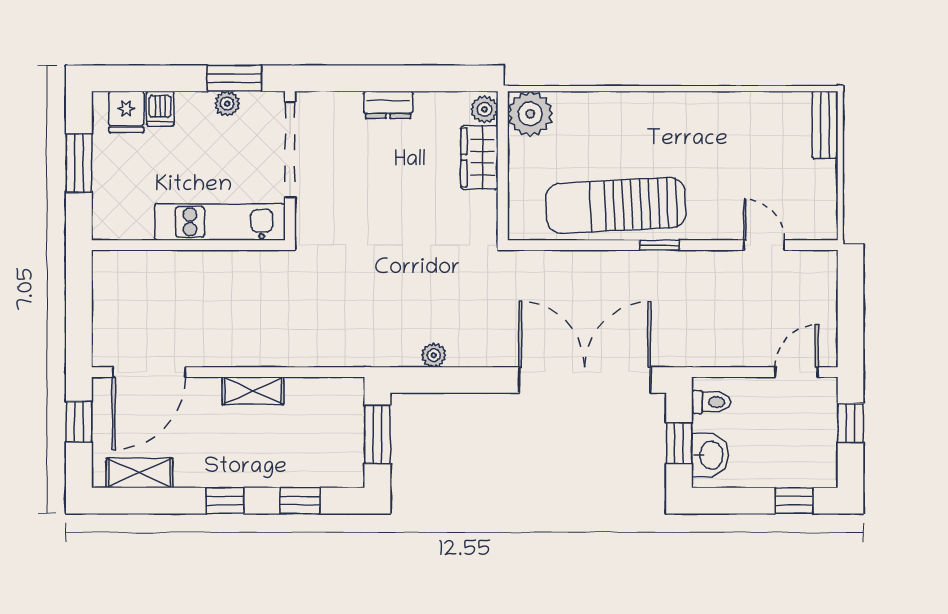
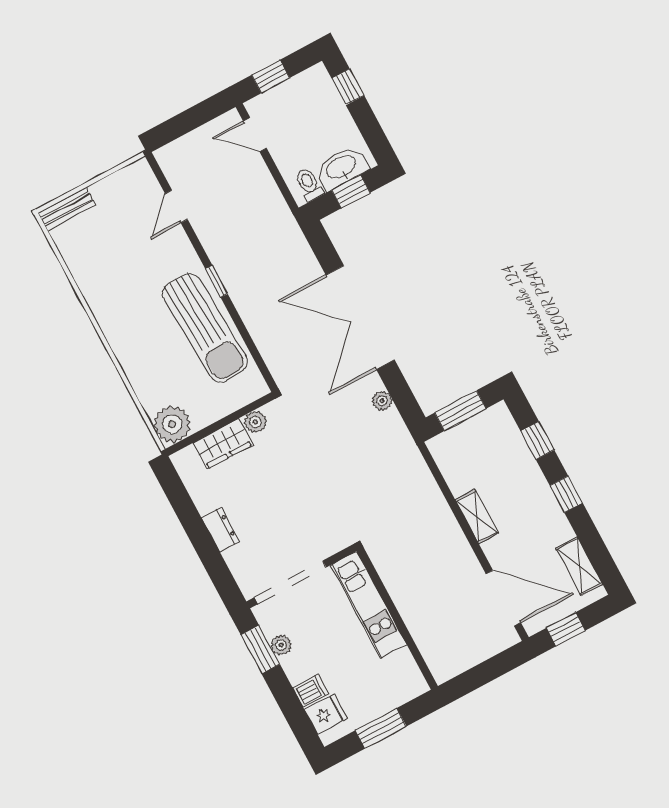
plant: (484, 109) -> (255, 422), moved
double door: (585, 380) -> (360, 317), moved
washbasin: (710, 455) -> (341, 168), width x1.38

